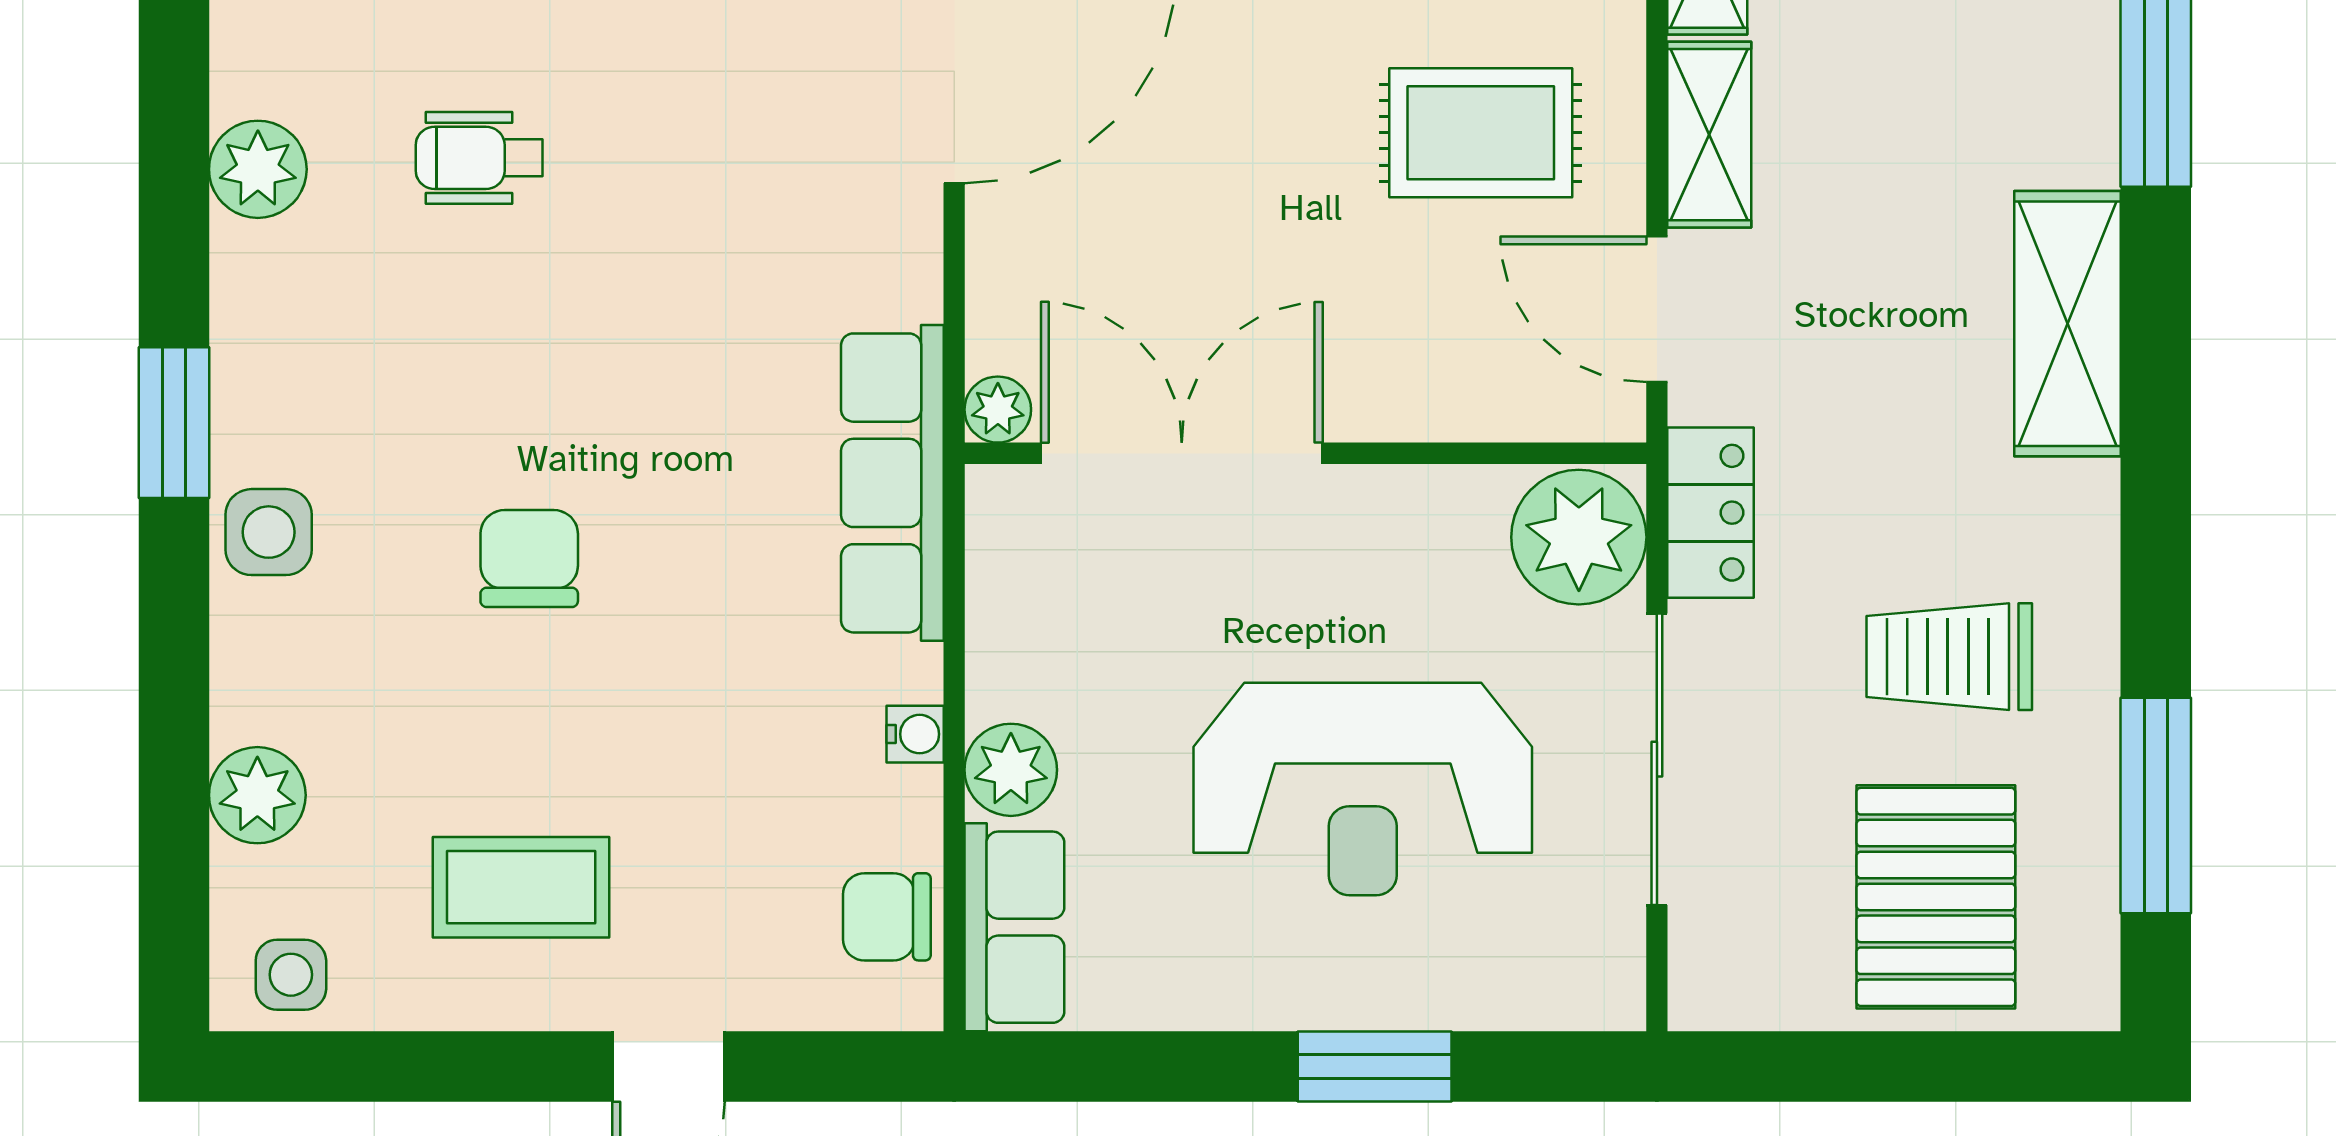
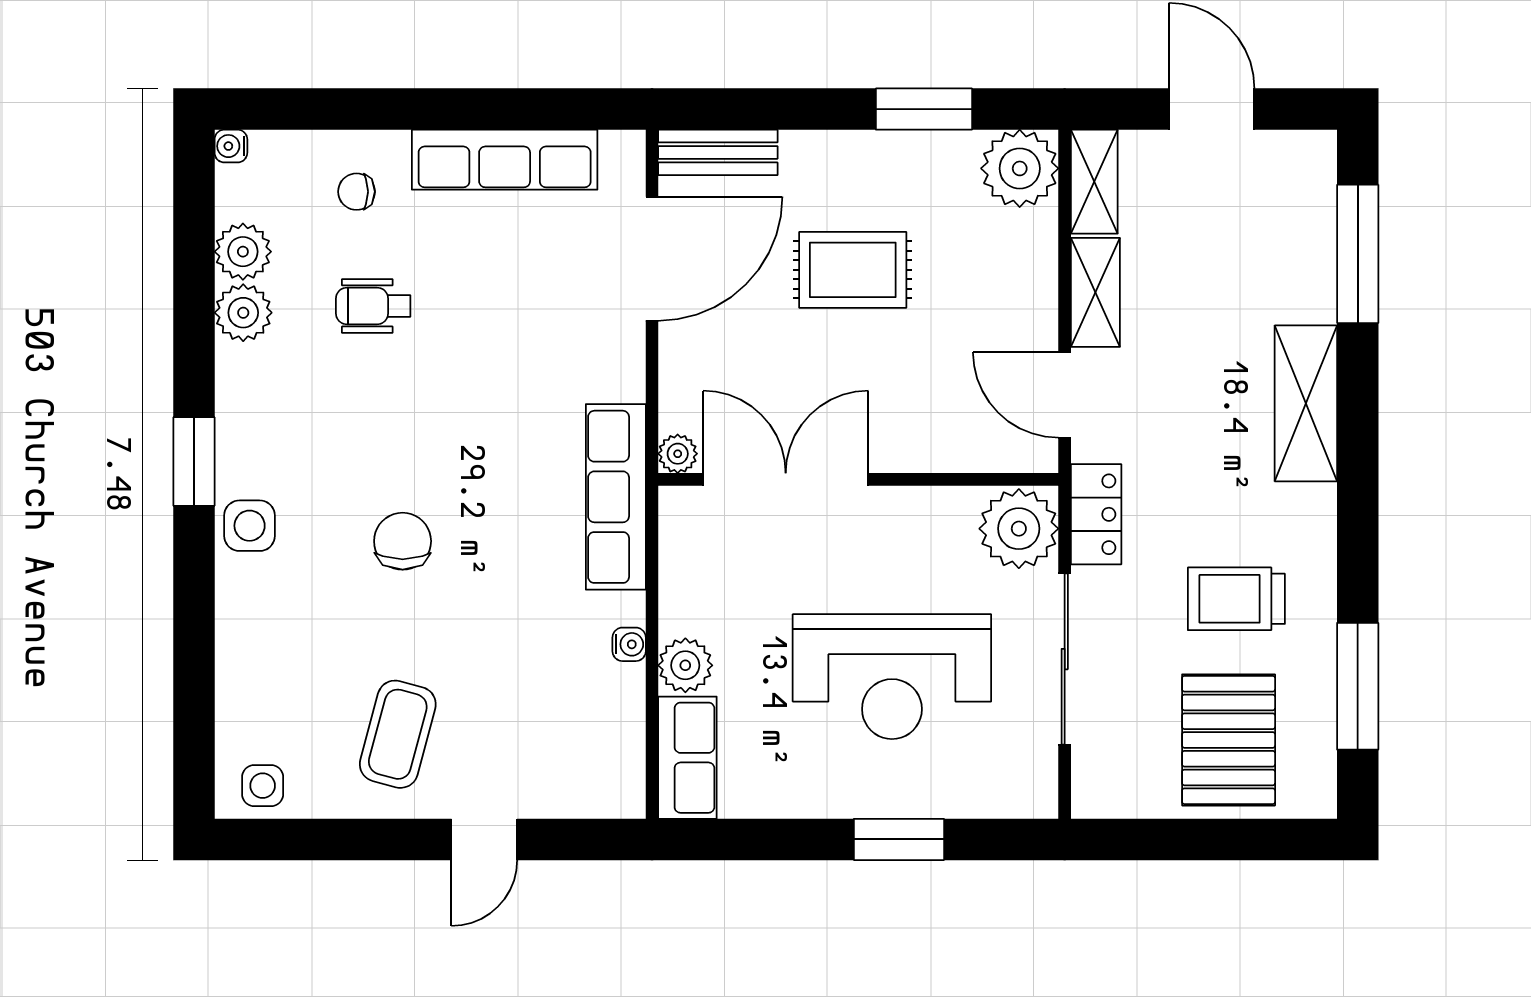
rug: (1481, 133) -> (853, 270), moved
plant: (257, 795) -> (243, 252), moved
coffee table: (521, 887) -> (398, 734), turned -75
chair: (887, 917) -> (612, 752), removed

